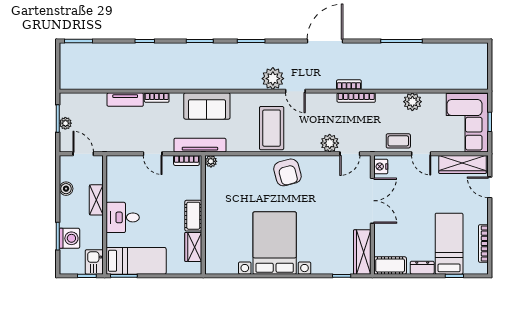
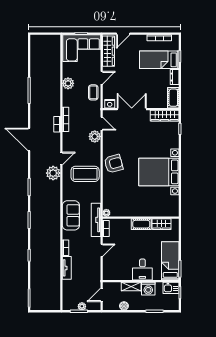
washing machine: (69, 238) -> (148, 289), moved, turned 180

